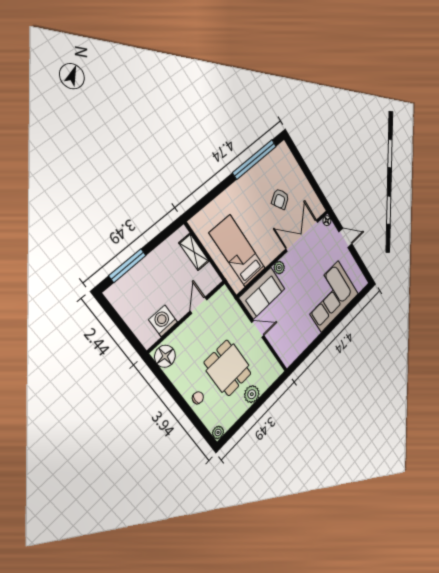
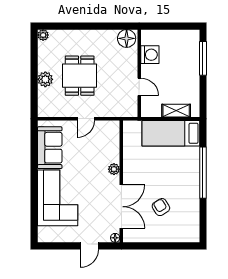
window: (255, 159) -> (203, 173), moved
bed: (238, 251) -> (171, 133), moved, turned 180
sofa: (262, 293) -> (50, 148), moved, turned 180
dining table: (228, 368) -> (80, 76), turned 90
chair: (198, 398) -> (80, 39), removed

